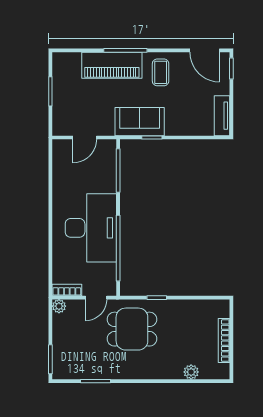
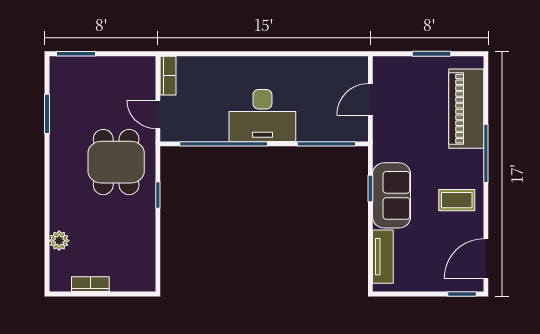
piano: (112, 65) -> (466, 109), moved
tv unit: (222, 116) -> (383, 257), moved, turned 90
sofa: (140, 122) -> (392, 195), moved
door: (85, 138) -> (370, 99), hinge flipped
desk: (91, 228) -> (262, 115), width x0.73, depth x0.77
plant: (59, 306) -> (146, 65), removed
bookcase: (224, 341) -> (90, 284), width x0.64

